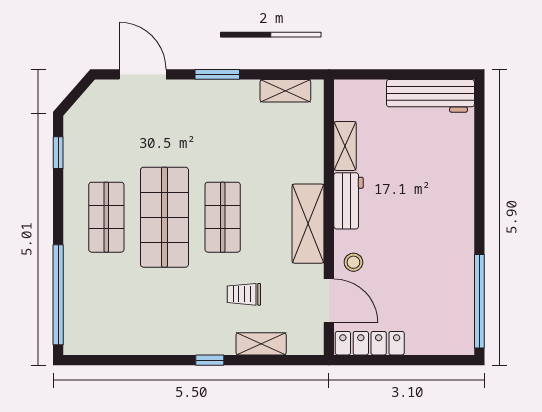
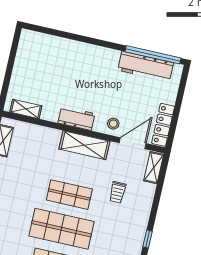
workbench: (430, 96) -> (146, 66), moved, turned 90
shelving: (345, 146) -> (26, 109), moved
shelving: (261, 344) -> (154, 168), moved
window: (210, 360) -> (148, 239), moved

